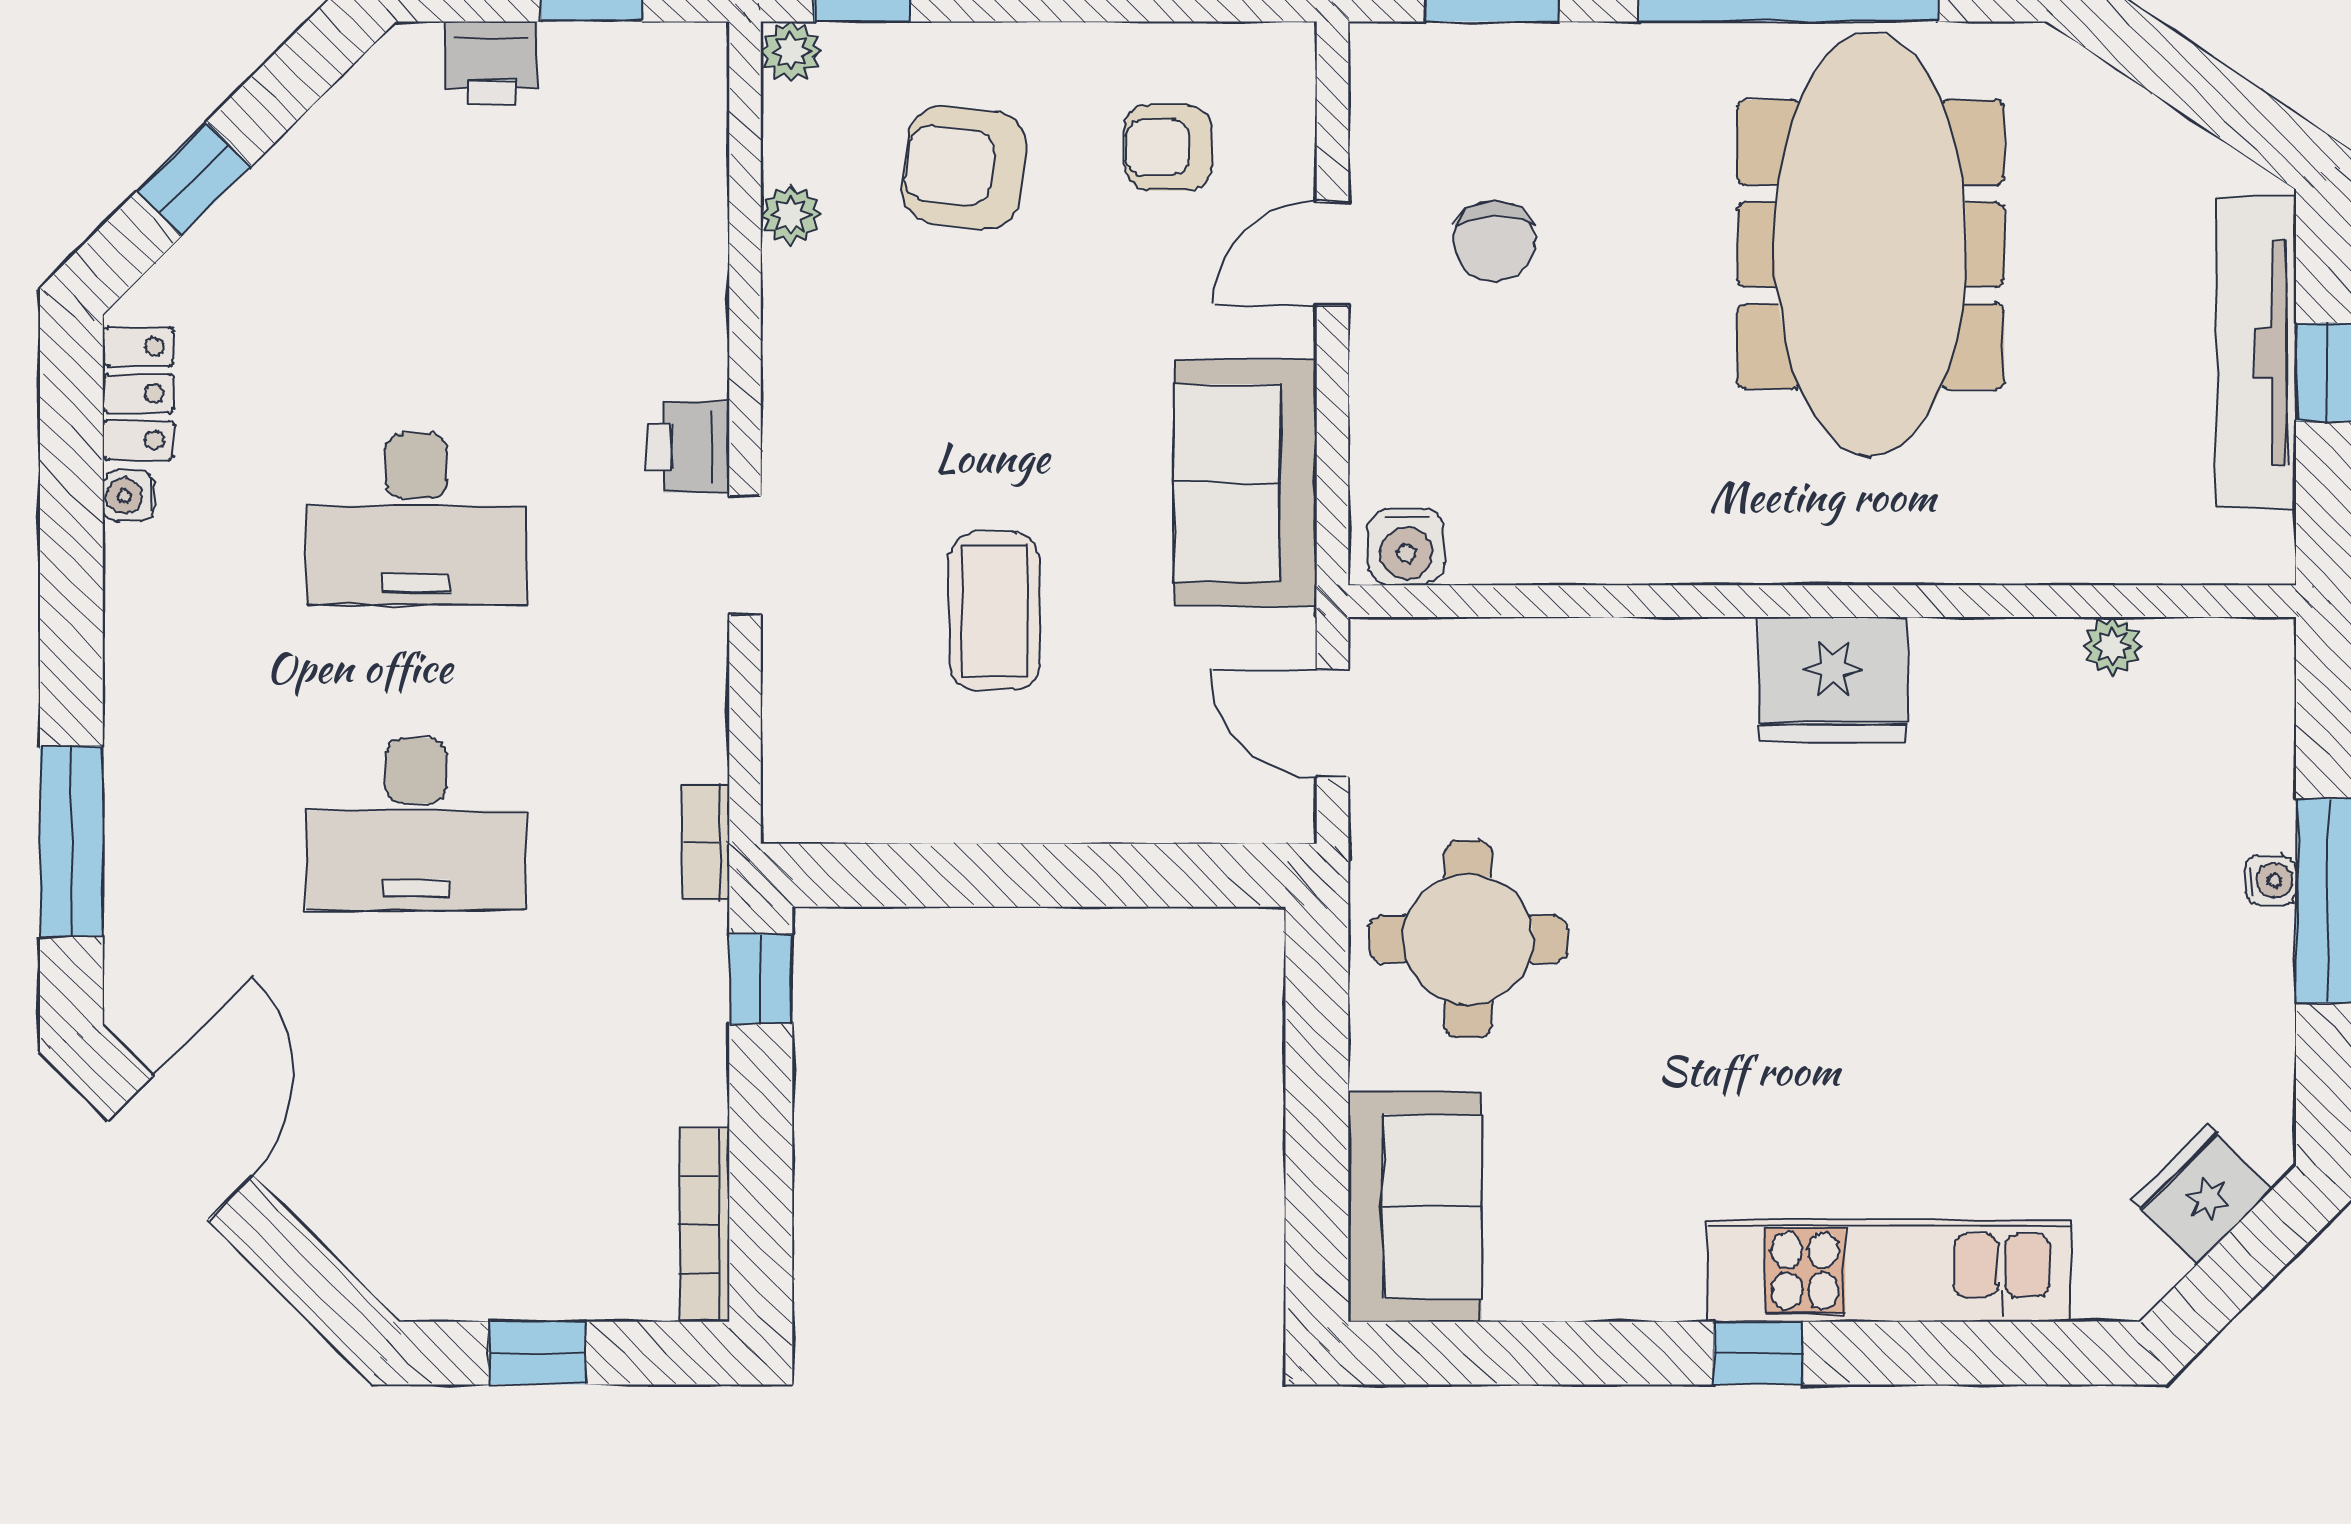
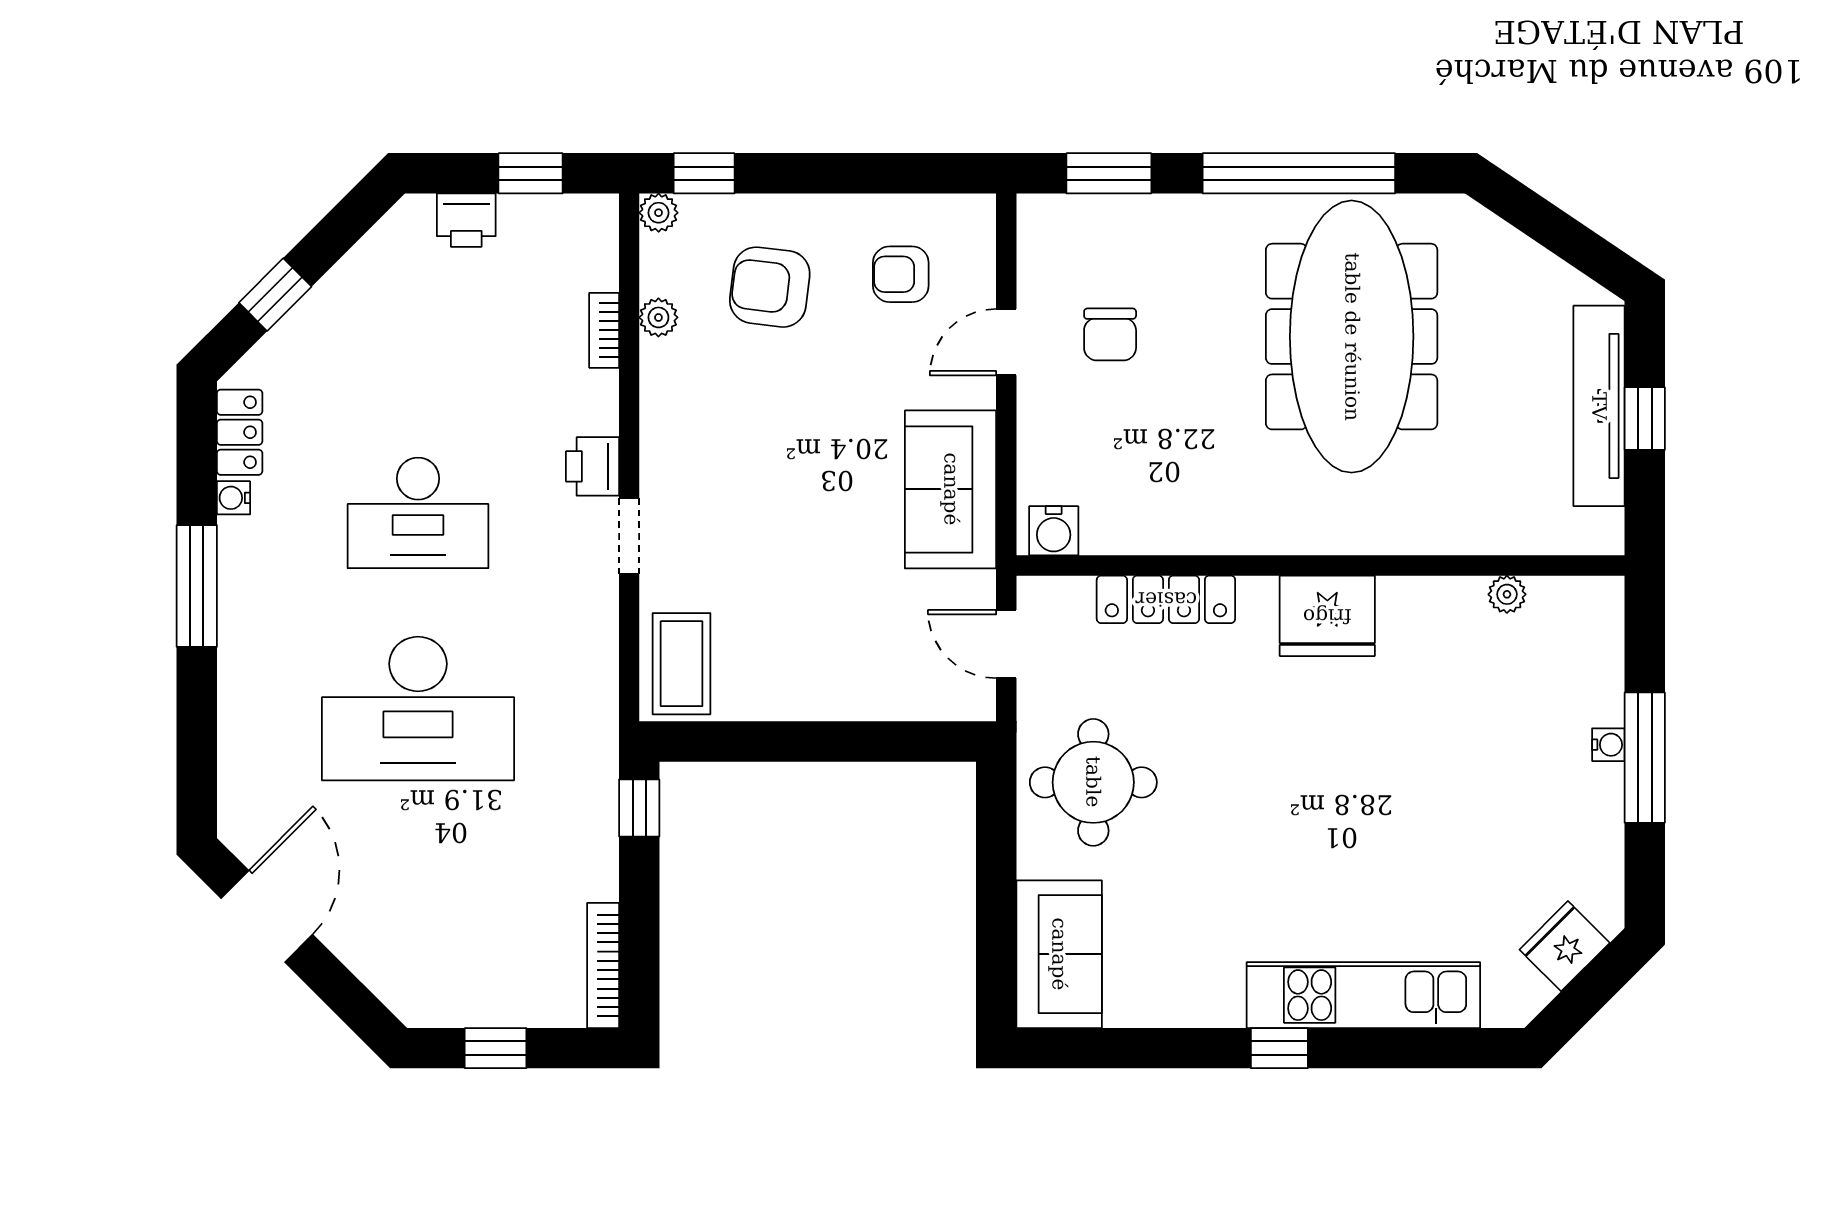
coffee table: (995, 611) -> (682, 664), moved
locker: (1581, 654) -> (1166, 599), added
desk: (416, 824) -> (418, 709), width x1.36, depth x1.30
window: (71, 841) -> (197, 586), moved
bookcase: (706, 842) -> (604, 330), moved

